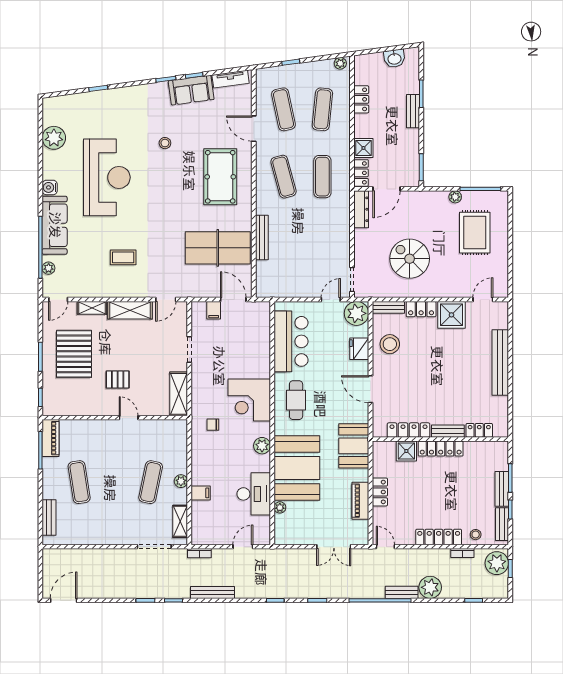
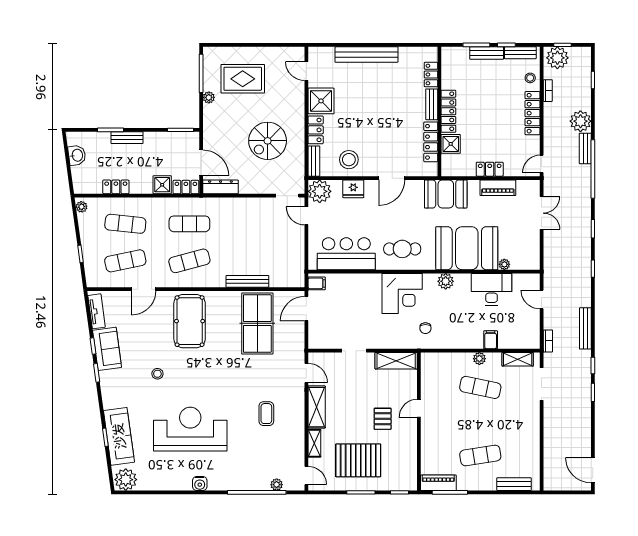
plant: (54, 138) -> (126, 480), moved
pool table: (220, 177) -> (190, 321), turned 90
sofa: (55, 225) -> (119, 436), moved, turned 82
filing cabinet: (214, 310) -> (317, 283), moved

